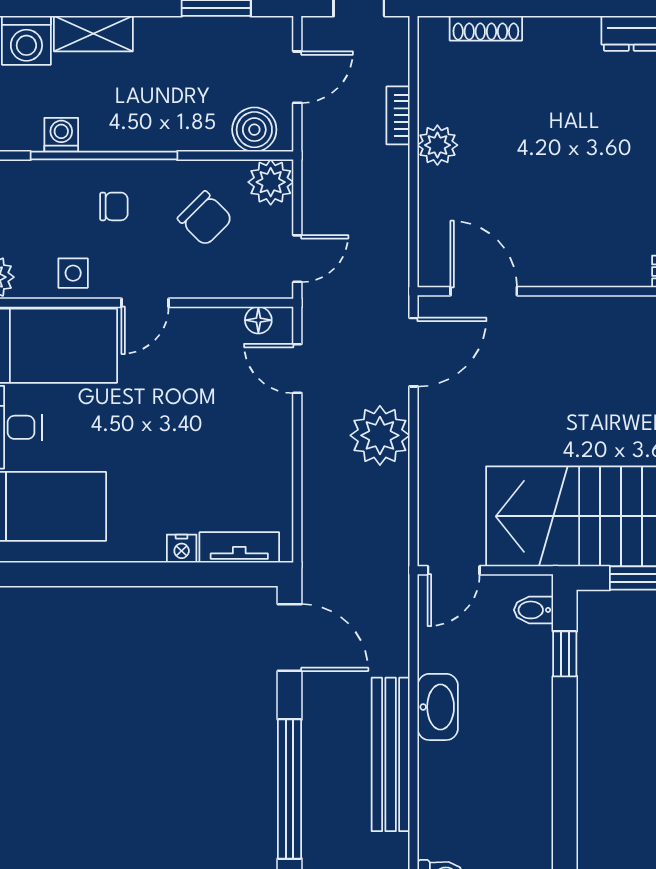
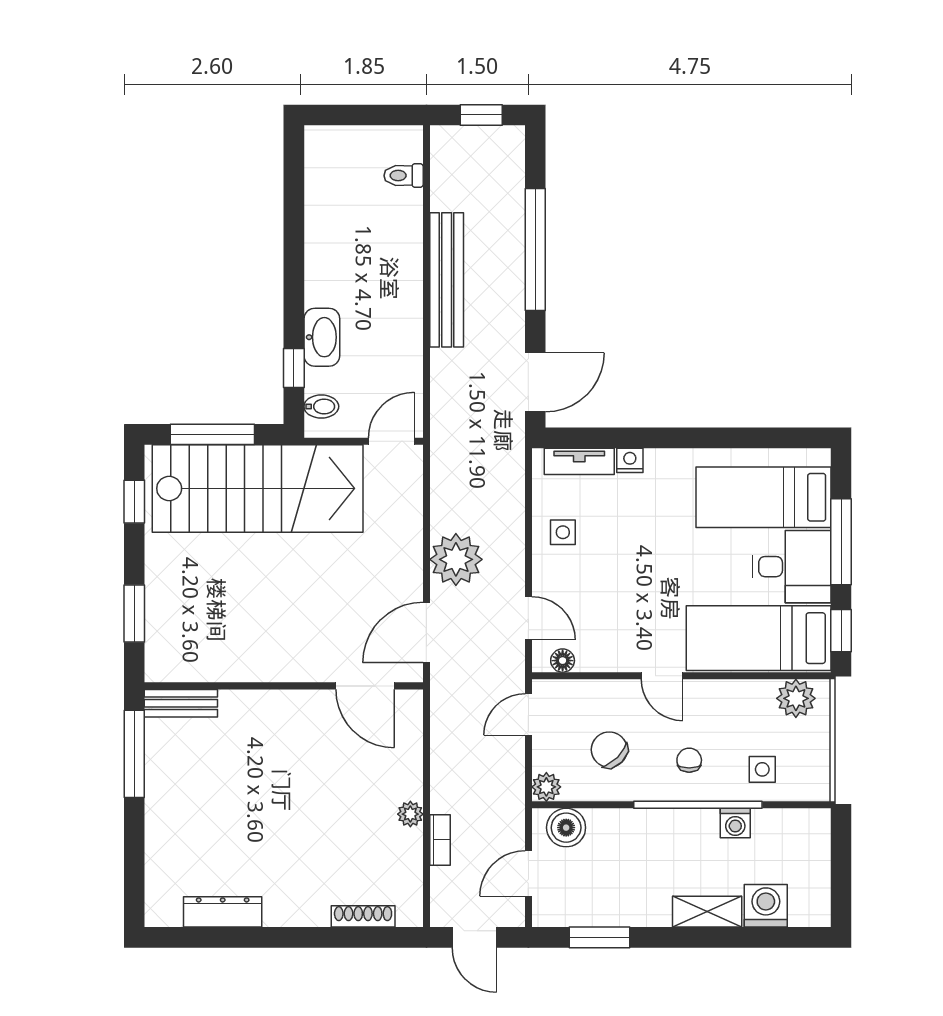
plant: (437, 145) -> (410, 814), width x0.73, depth x0.73
plant: (271, 182) -> (546, 787), width x0.73, depth x0.73
chair: (114, 206) -> (689, 760), turned 90
side table: (73, 273) -> (762, 769), moved
door: (145, 303) -> (662, 676), swing flipped
side table: (258, 466) -> (563, 532), added
door: (290, 638) -> (535, 382), swing flipped
washbasin: (438, 707) -> (322, 337), moved, turned 180

